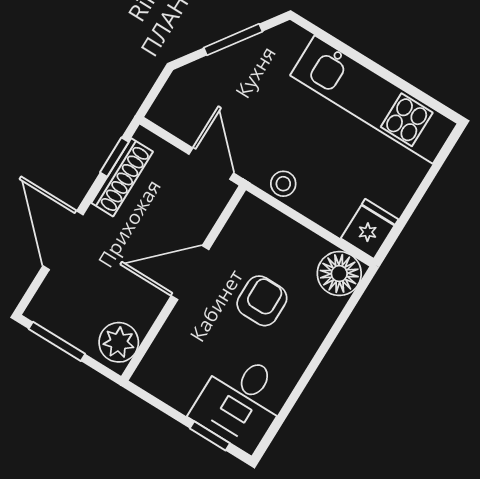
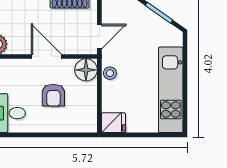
floor lamp: (339, 274) -> (86, 70), moved
armchair: (262, 301) -> (53, 95), turned 90

